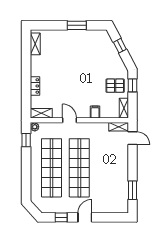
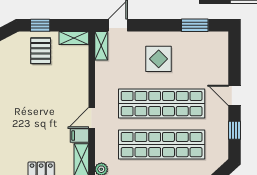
filing cabinet: (95, 112) -> (80, 136), moved
display table: (110, 166) -> (159, 59), added

